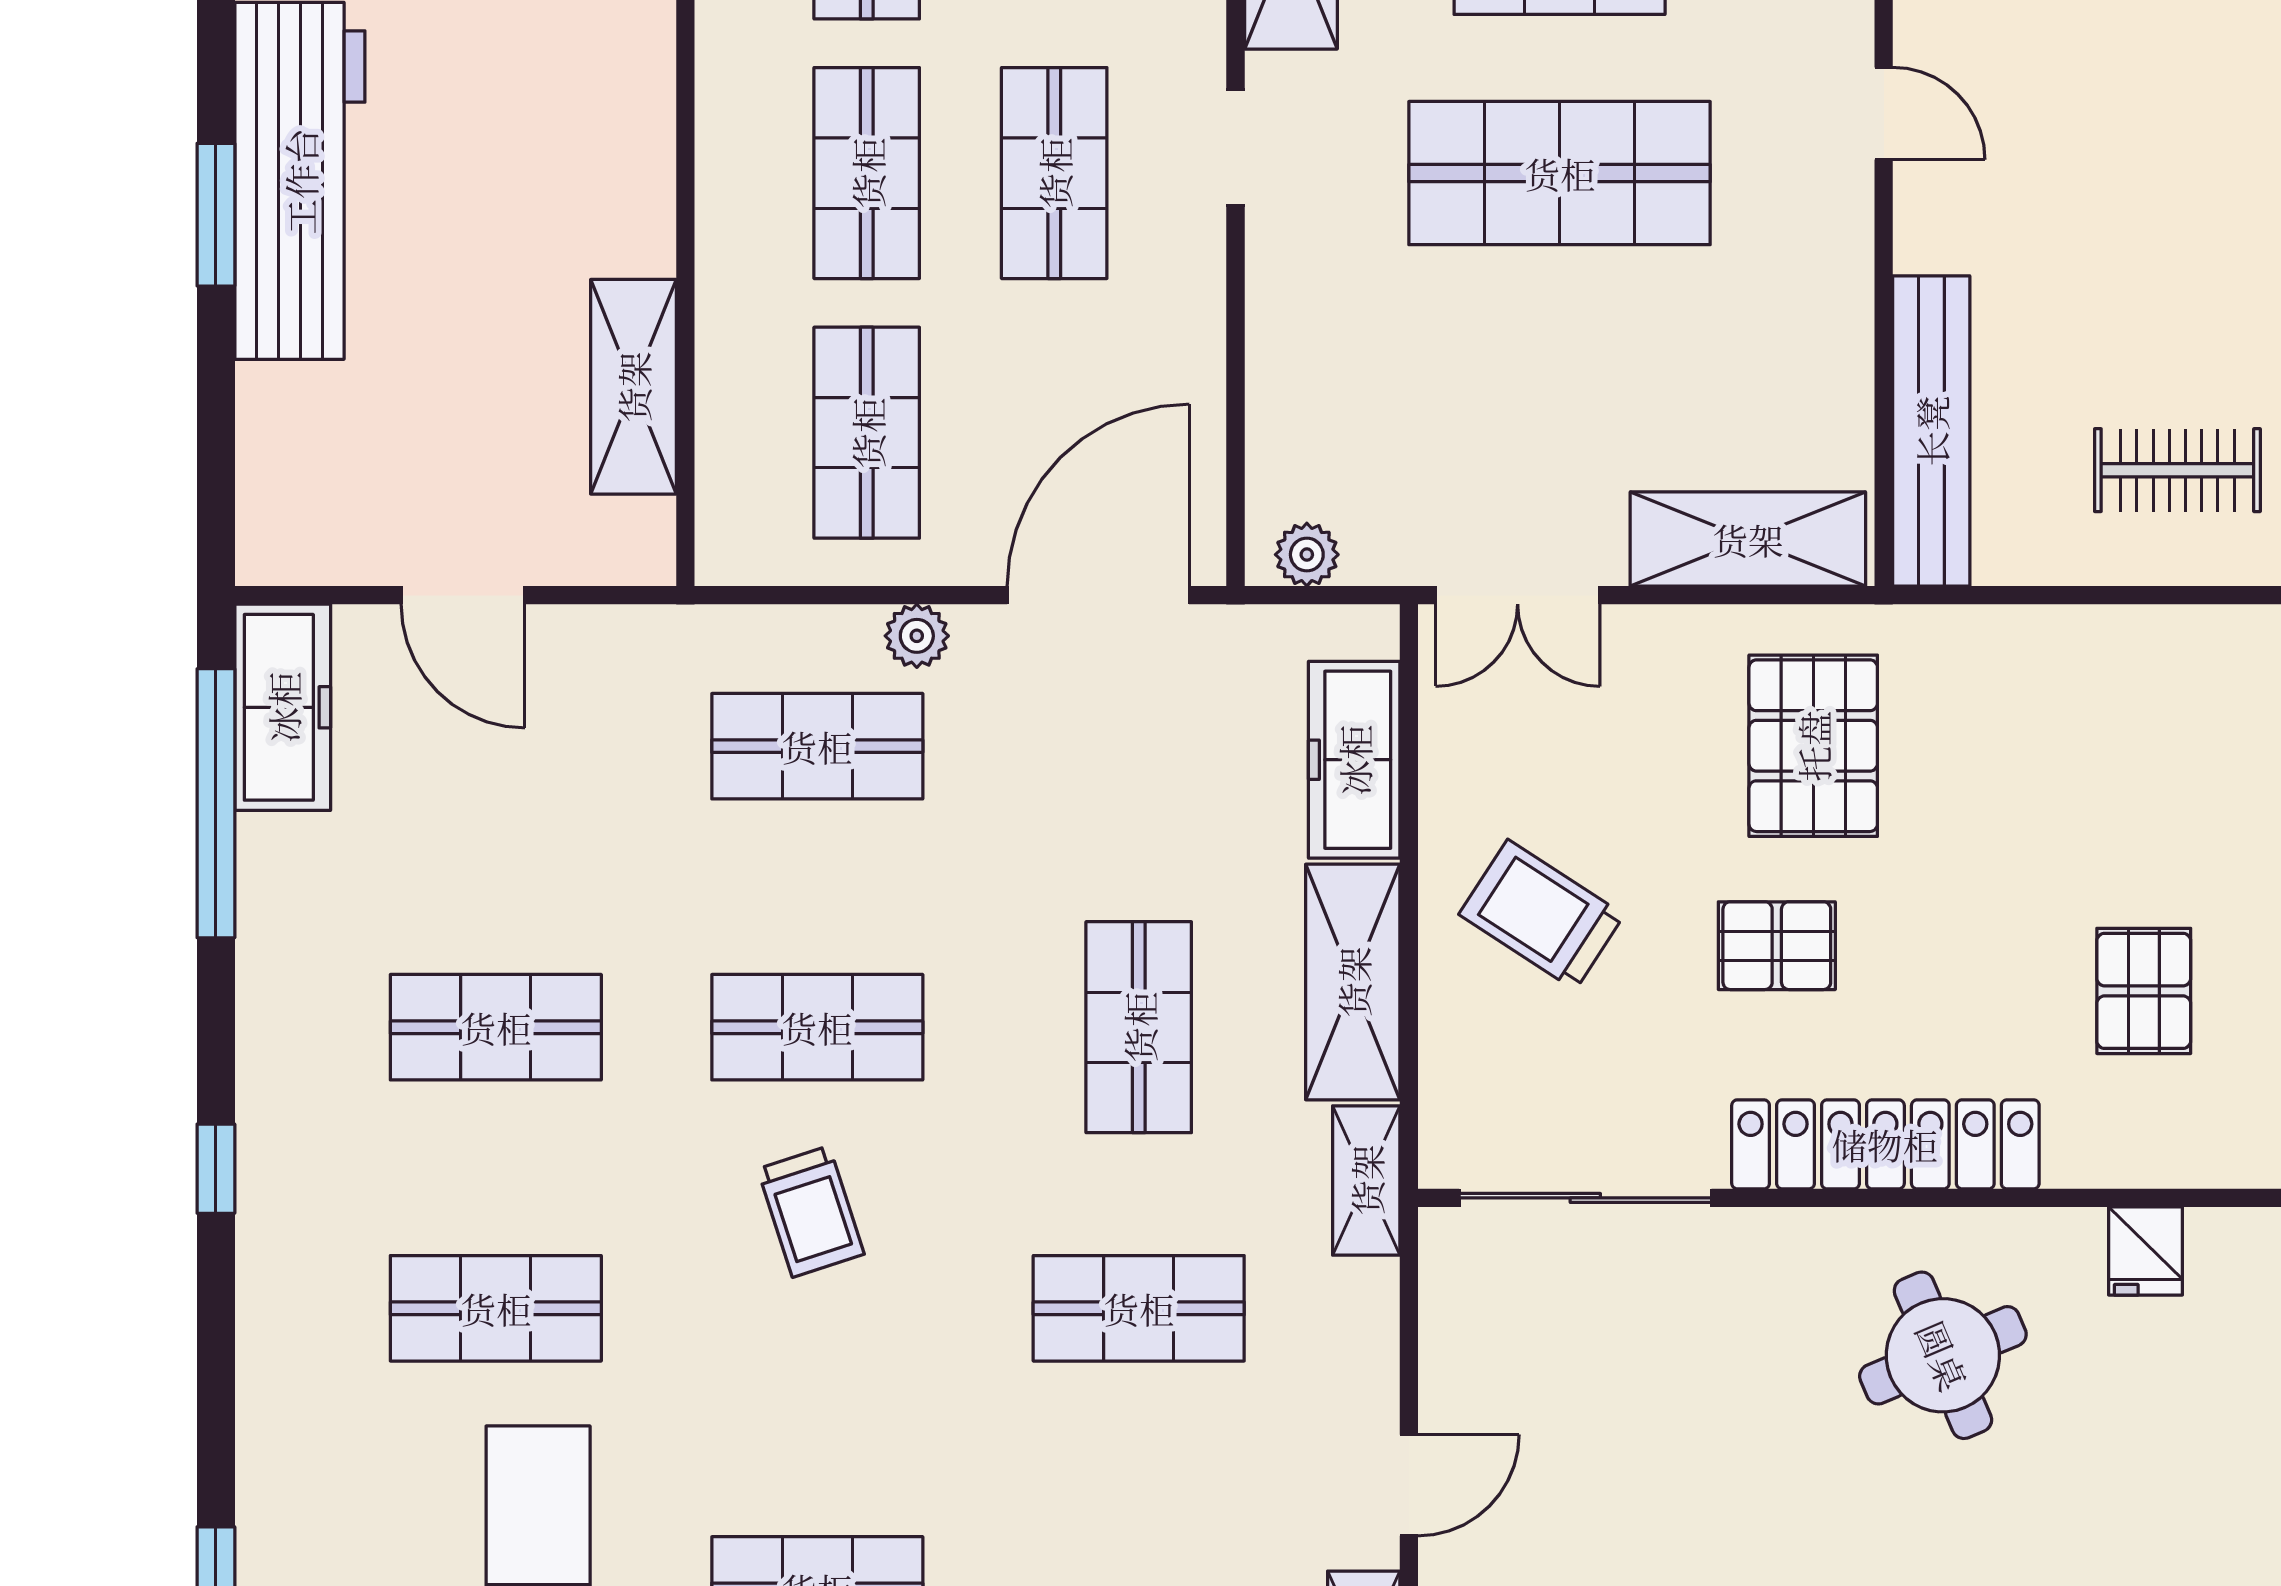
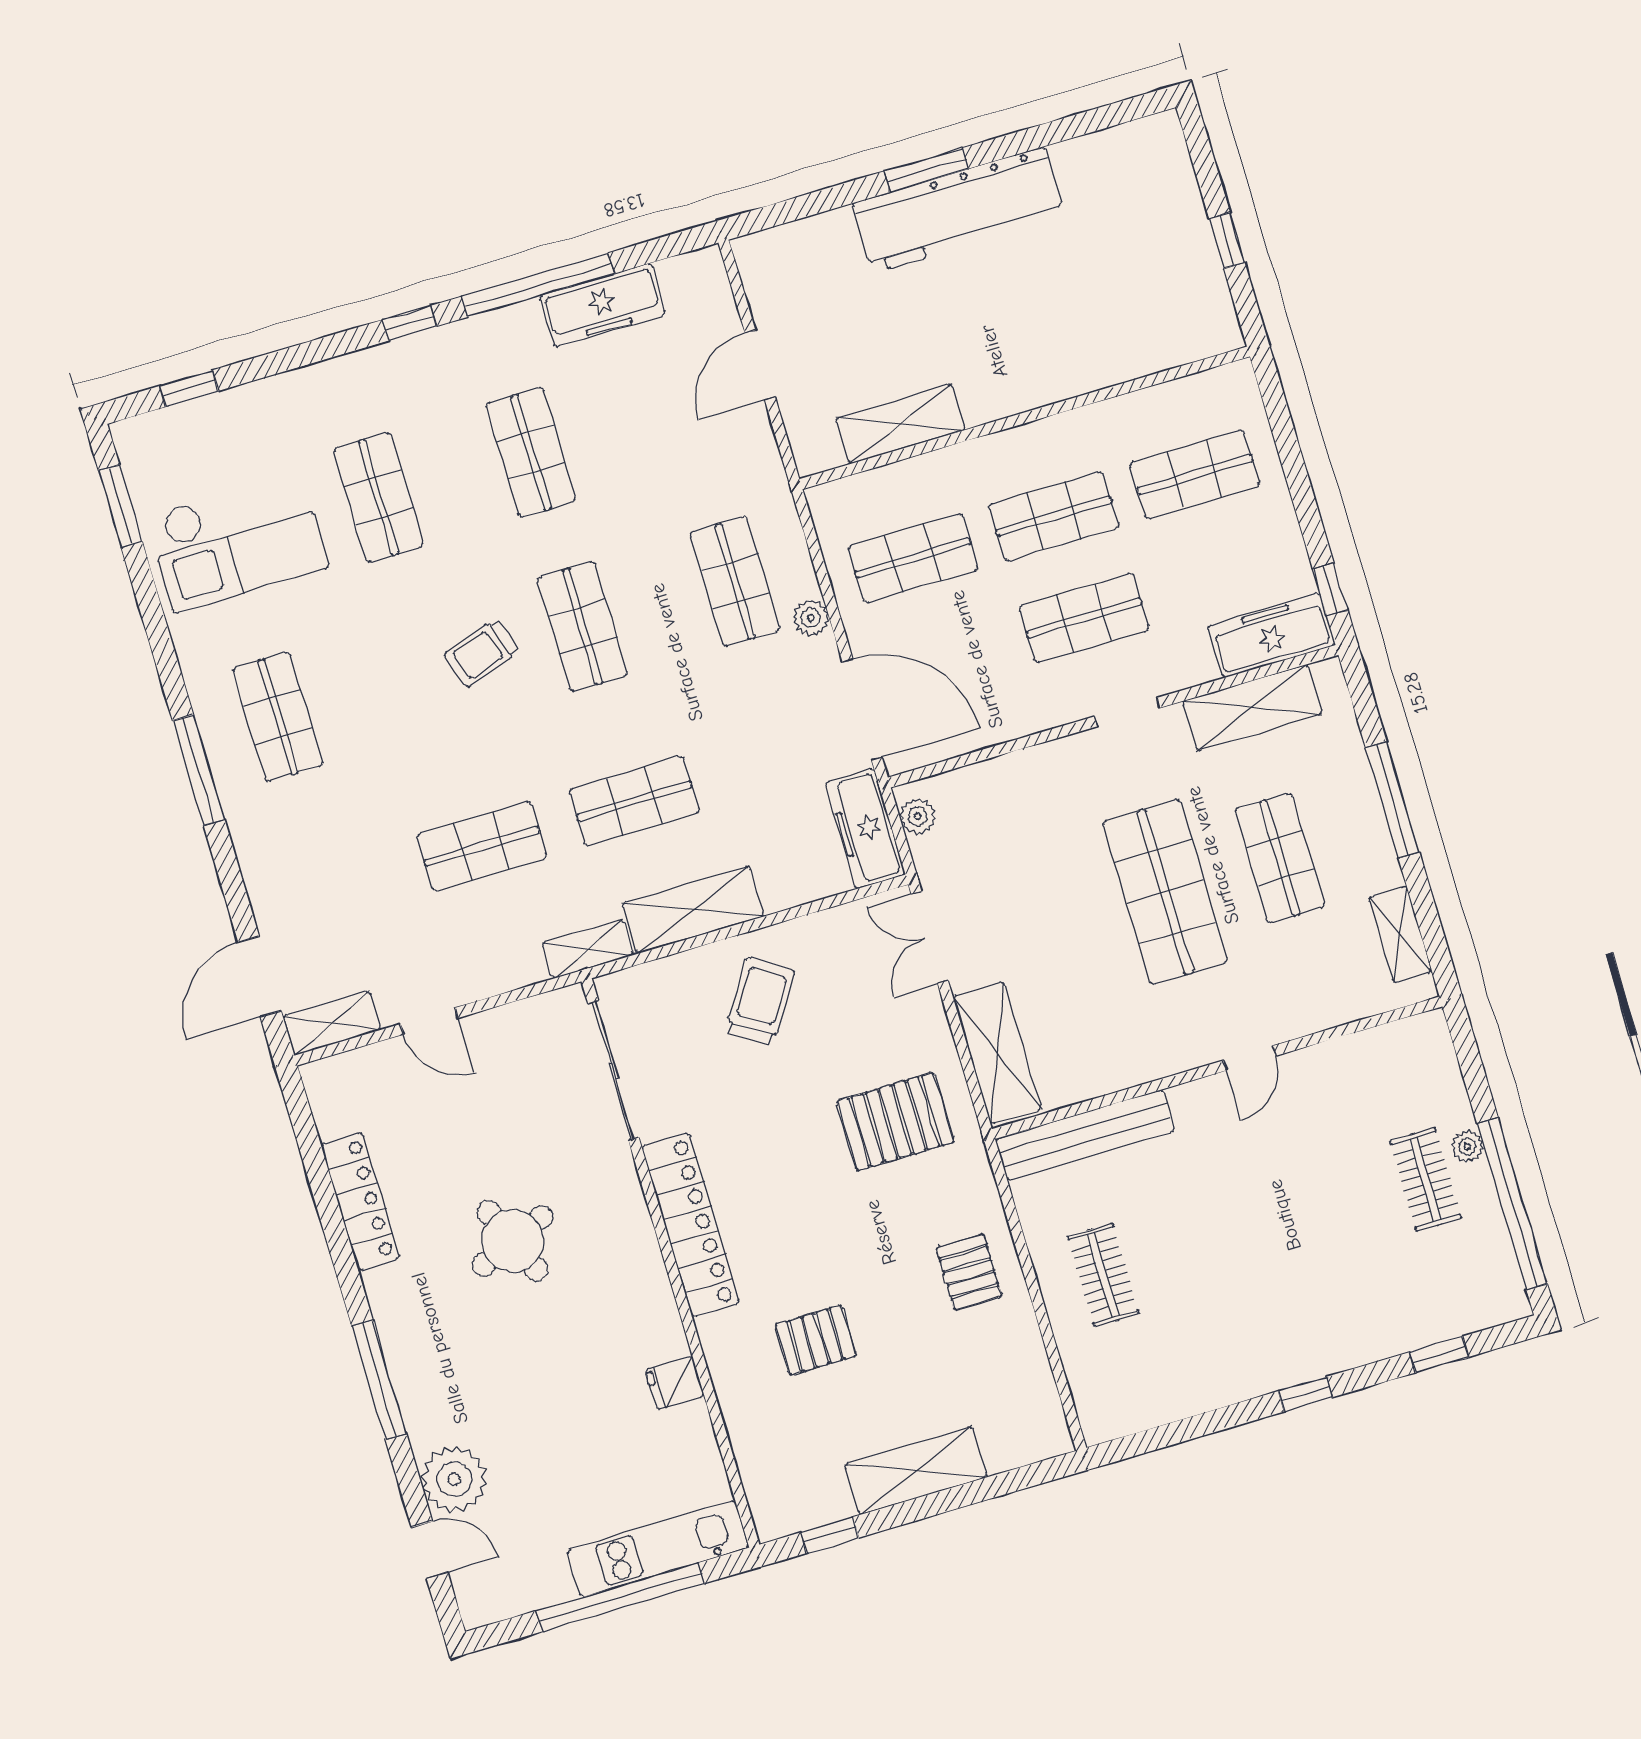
freezer: (283, 707) -> (603, 305), moved
freezer: (1354, 760) -> (865, 829), moved, turned -90
window: (216, 803) -> (538, 285), moved
pallet: (1777, 946) -> (969, 1272), moved
shop shelf: (1139, 1308) -> (482, 846), turned 90
round table: (1943, 1355) -> (513, 1241), moved

